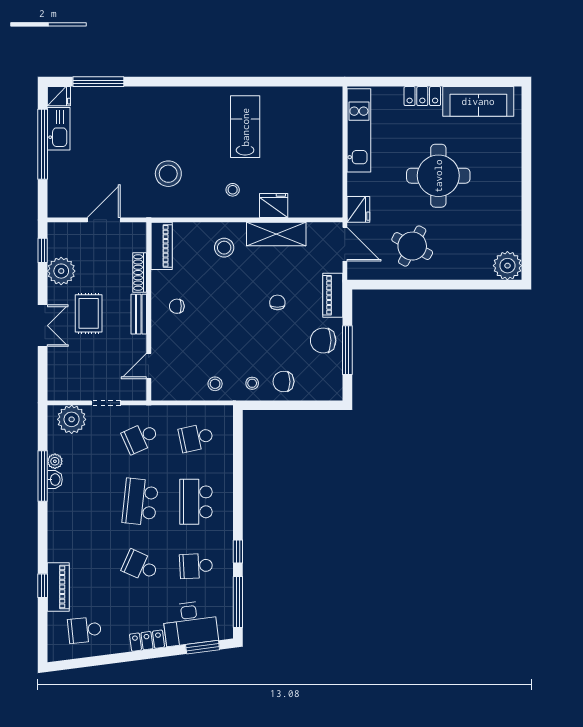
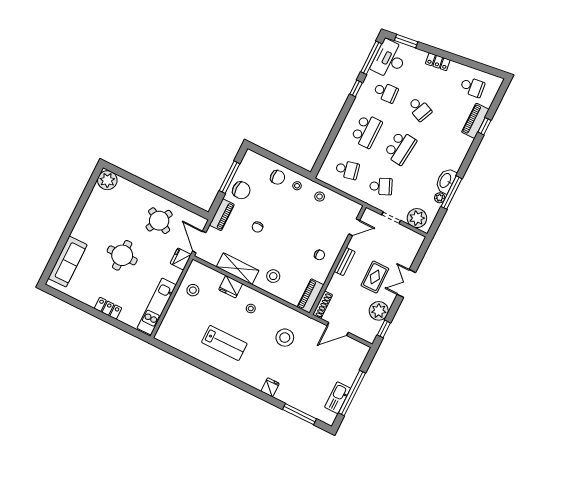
fridge: (59, 96) -> (270, 387), moved, turned 90
sofa: (478, 101) -> (68, 262), moved, turned 90
lab bench: (245, 127) -> (224, 343), turned -90
stool: (321, 176) -> (193, 290), added
round table: (438, 176) -> (122, 255), width x0.73, depth x0.73
shoe rack: (140, 273) -> (323, 305), moved
washbasin: (55, 480) -> (446, 181), width x1.91, depth x1.45
desk: (190, 623) -> (389, 59), moved, turned -83

